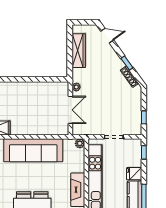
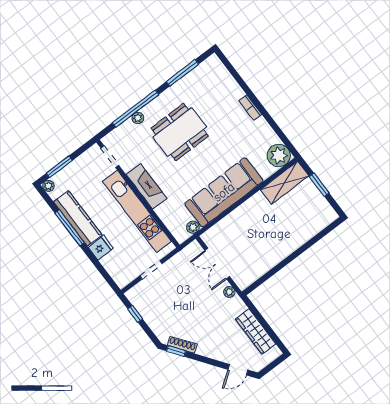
window: (127, 63) -> (176, 351), moved
plant: (80, 143) -> (193, 227), moved
window: (144, 152) -> (107, 278), removed

